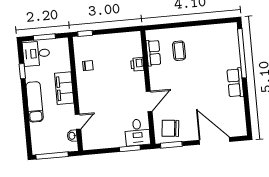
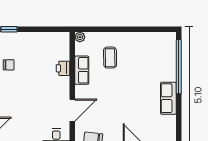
plant: (150, 35) -> (80, 37), added
row of seats: (153, 53) -> (82, 70), moved

